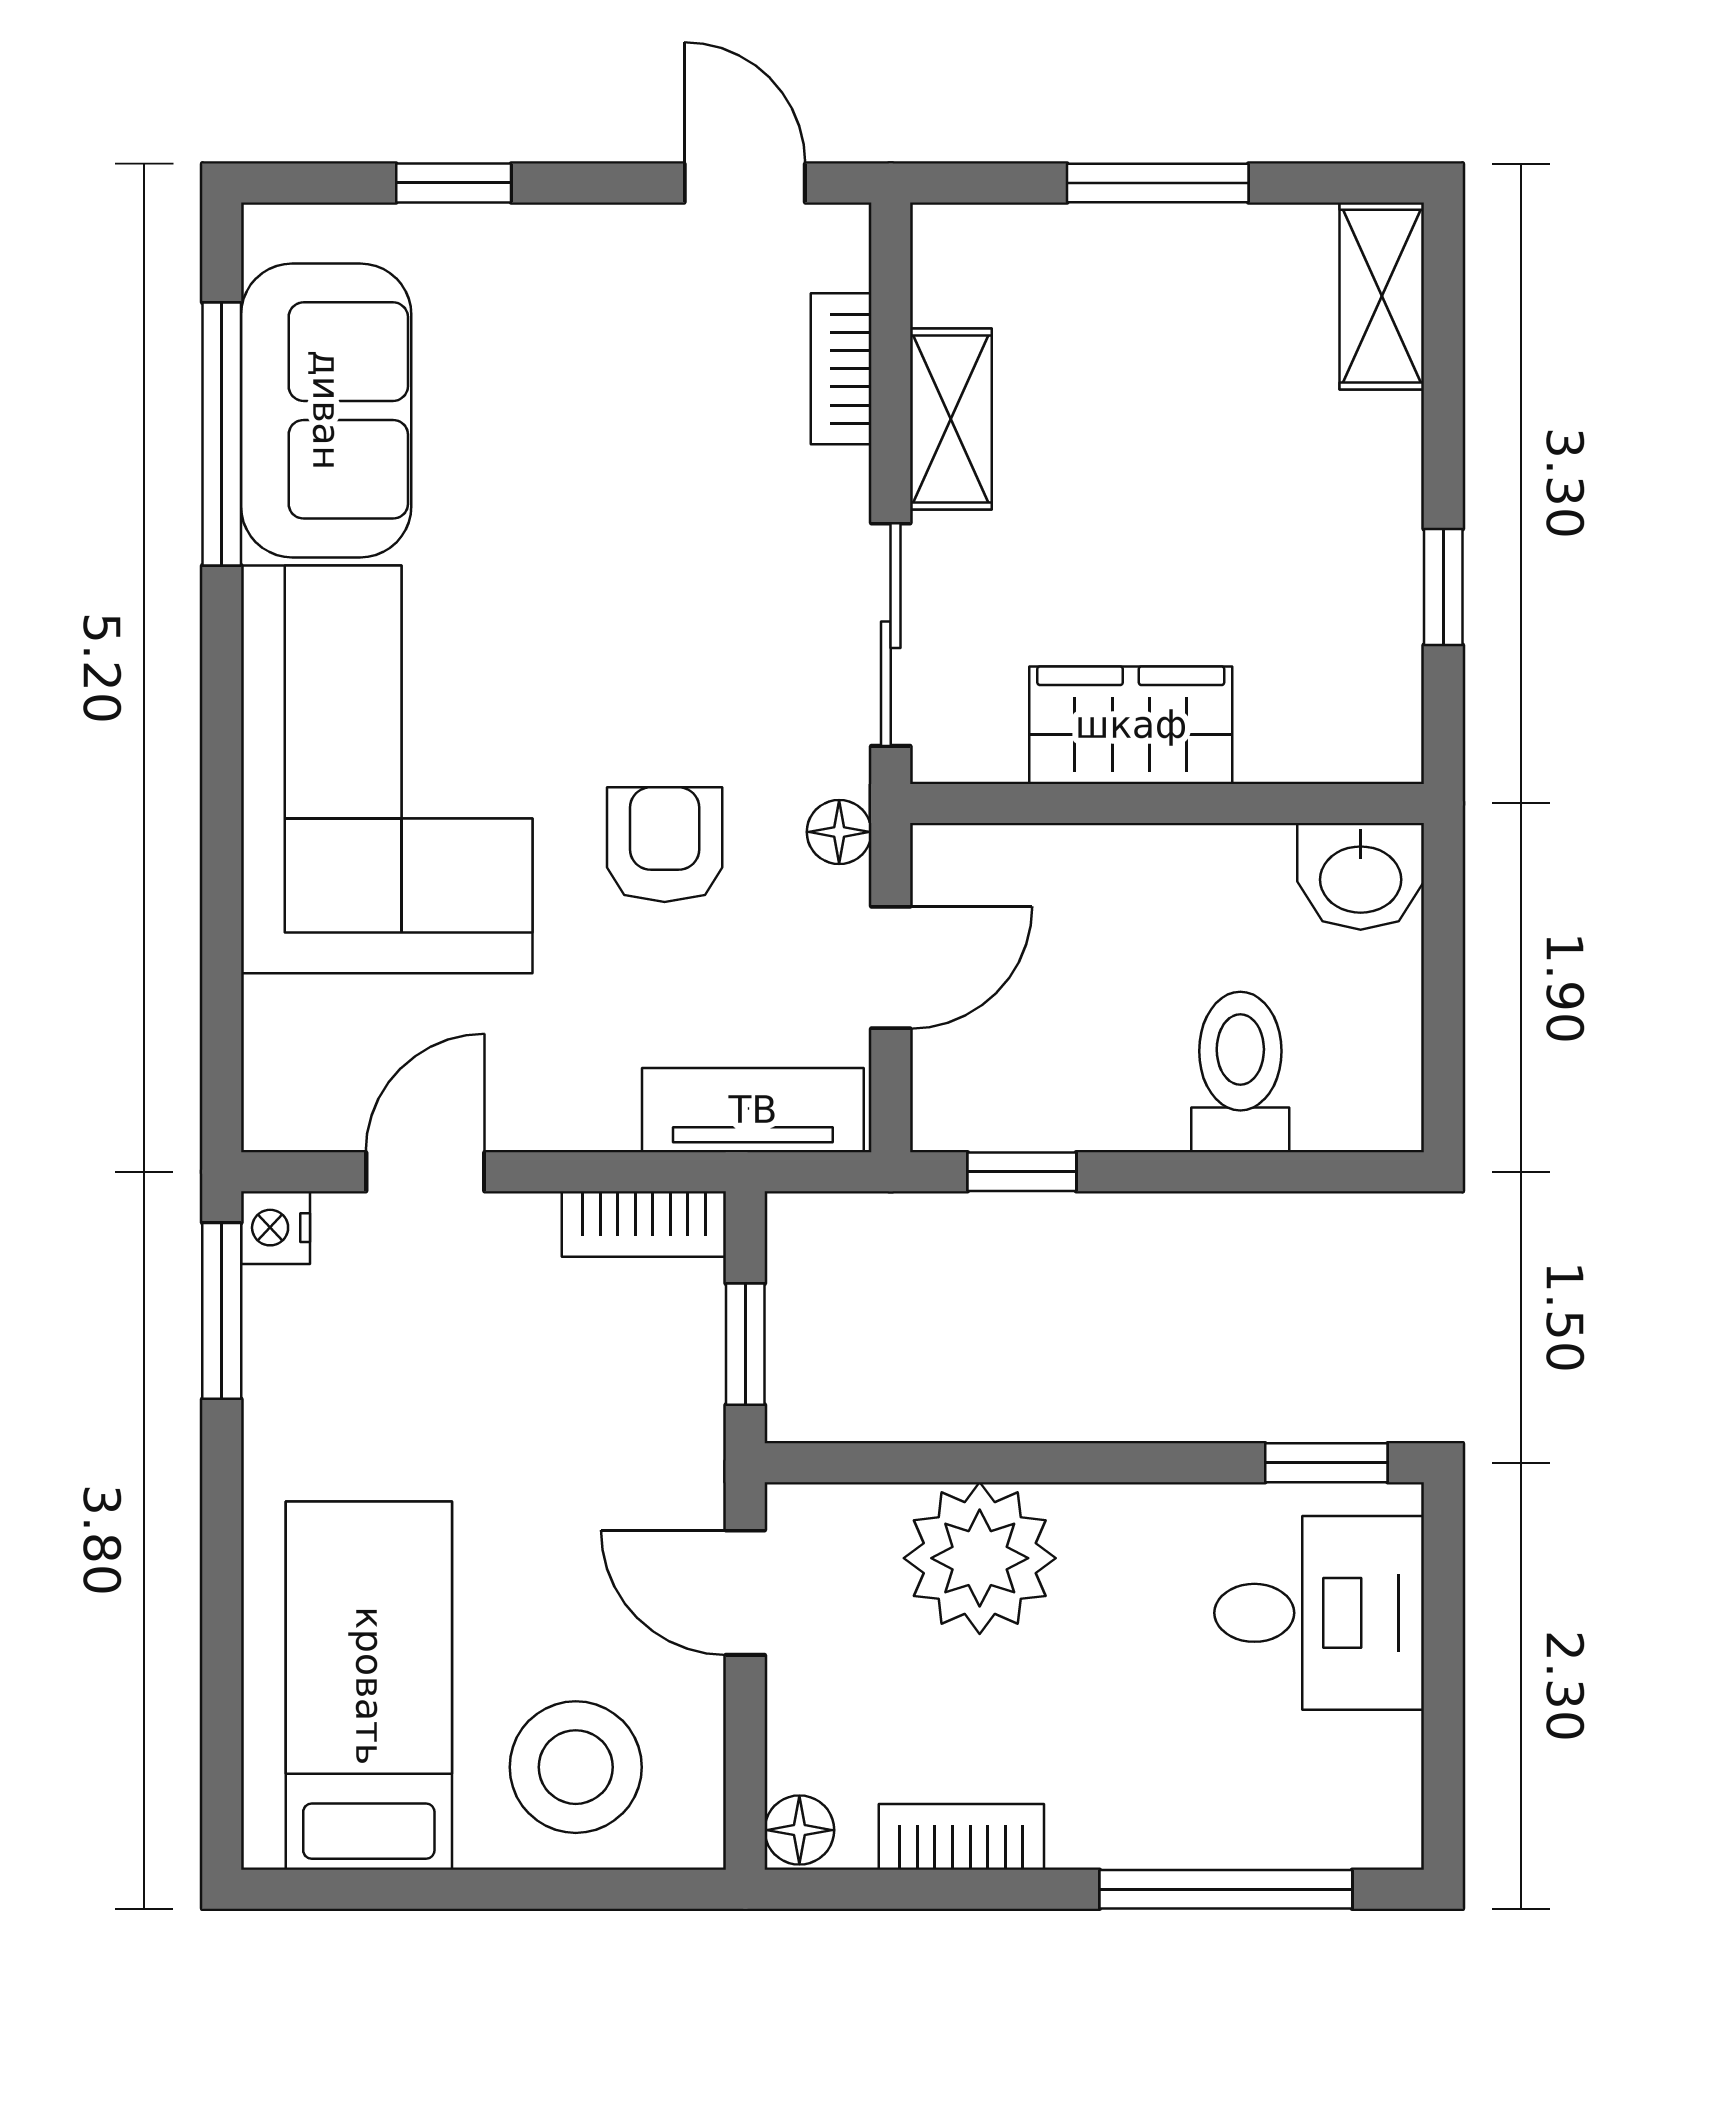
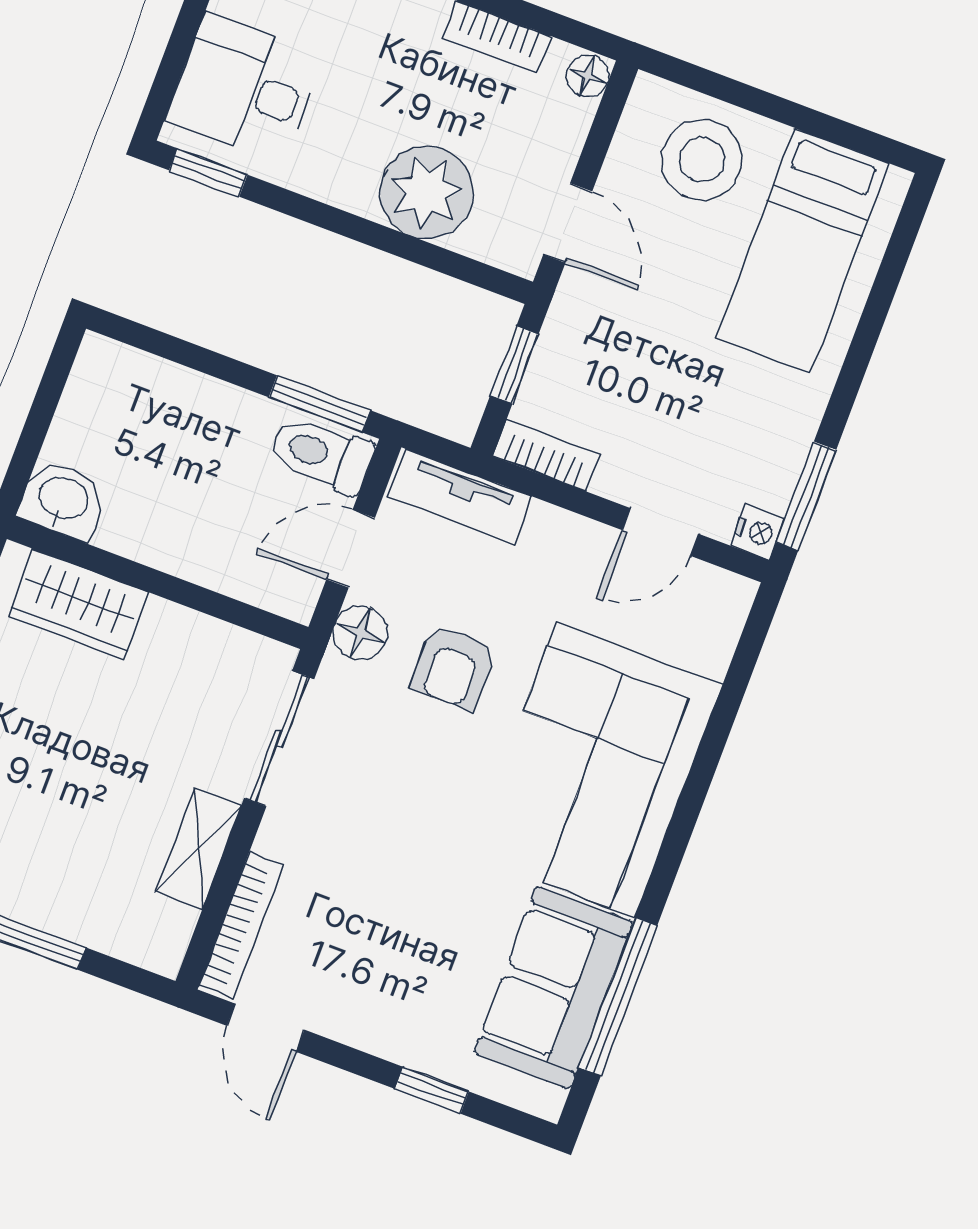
bookcase: (841, 369) -> (241, 925), width x1.56
wardrobe: (1131, 725) -> (79, 604), moved
floor lamp: (839, 832) -> (360, 633), width x1.37, depth x1.37
toilet: (1240, 1072) -> (321, 454), moved, turned 90
window: (1022, 1172) -> (320, 404), width x1.50

